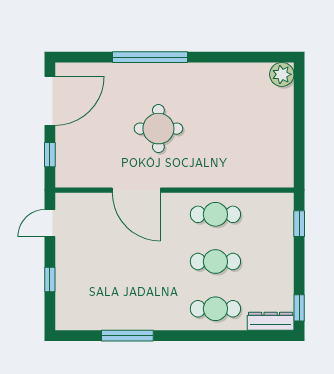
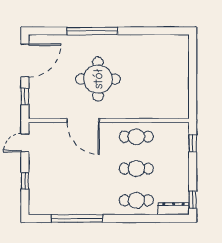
plant: (282, 74) -> (181, 43), removed
round table: (158, 129) -> (98, 79), width x1.36, depth x1.36
window: (127, 336) -> (77, 218), width x1.46

